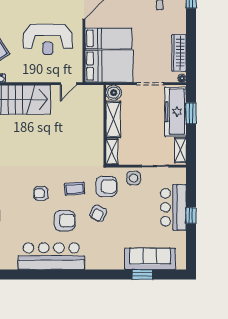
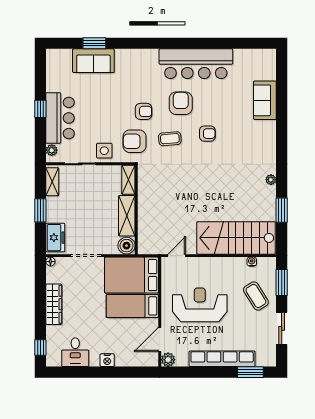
wardrobe: (179, 53) -> (54, 304), moved
freezer: (175, 112) -> (55, 238), width x0.52, depth x0.79
window: (191, 113) -> (40, 210), moved
plant: (181, 178) -> (52, 150), added
armchair: (98, 213) -> (144, 111), turned 63
armchair: (65, 221) -> (181, 103), turned 90
sofa: (150, 259) -> (93, 61), width x0.73

